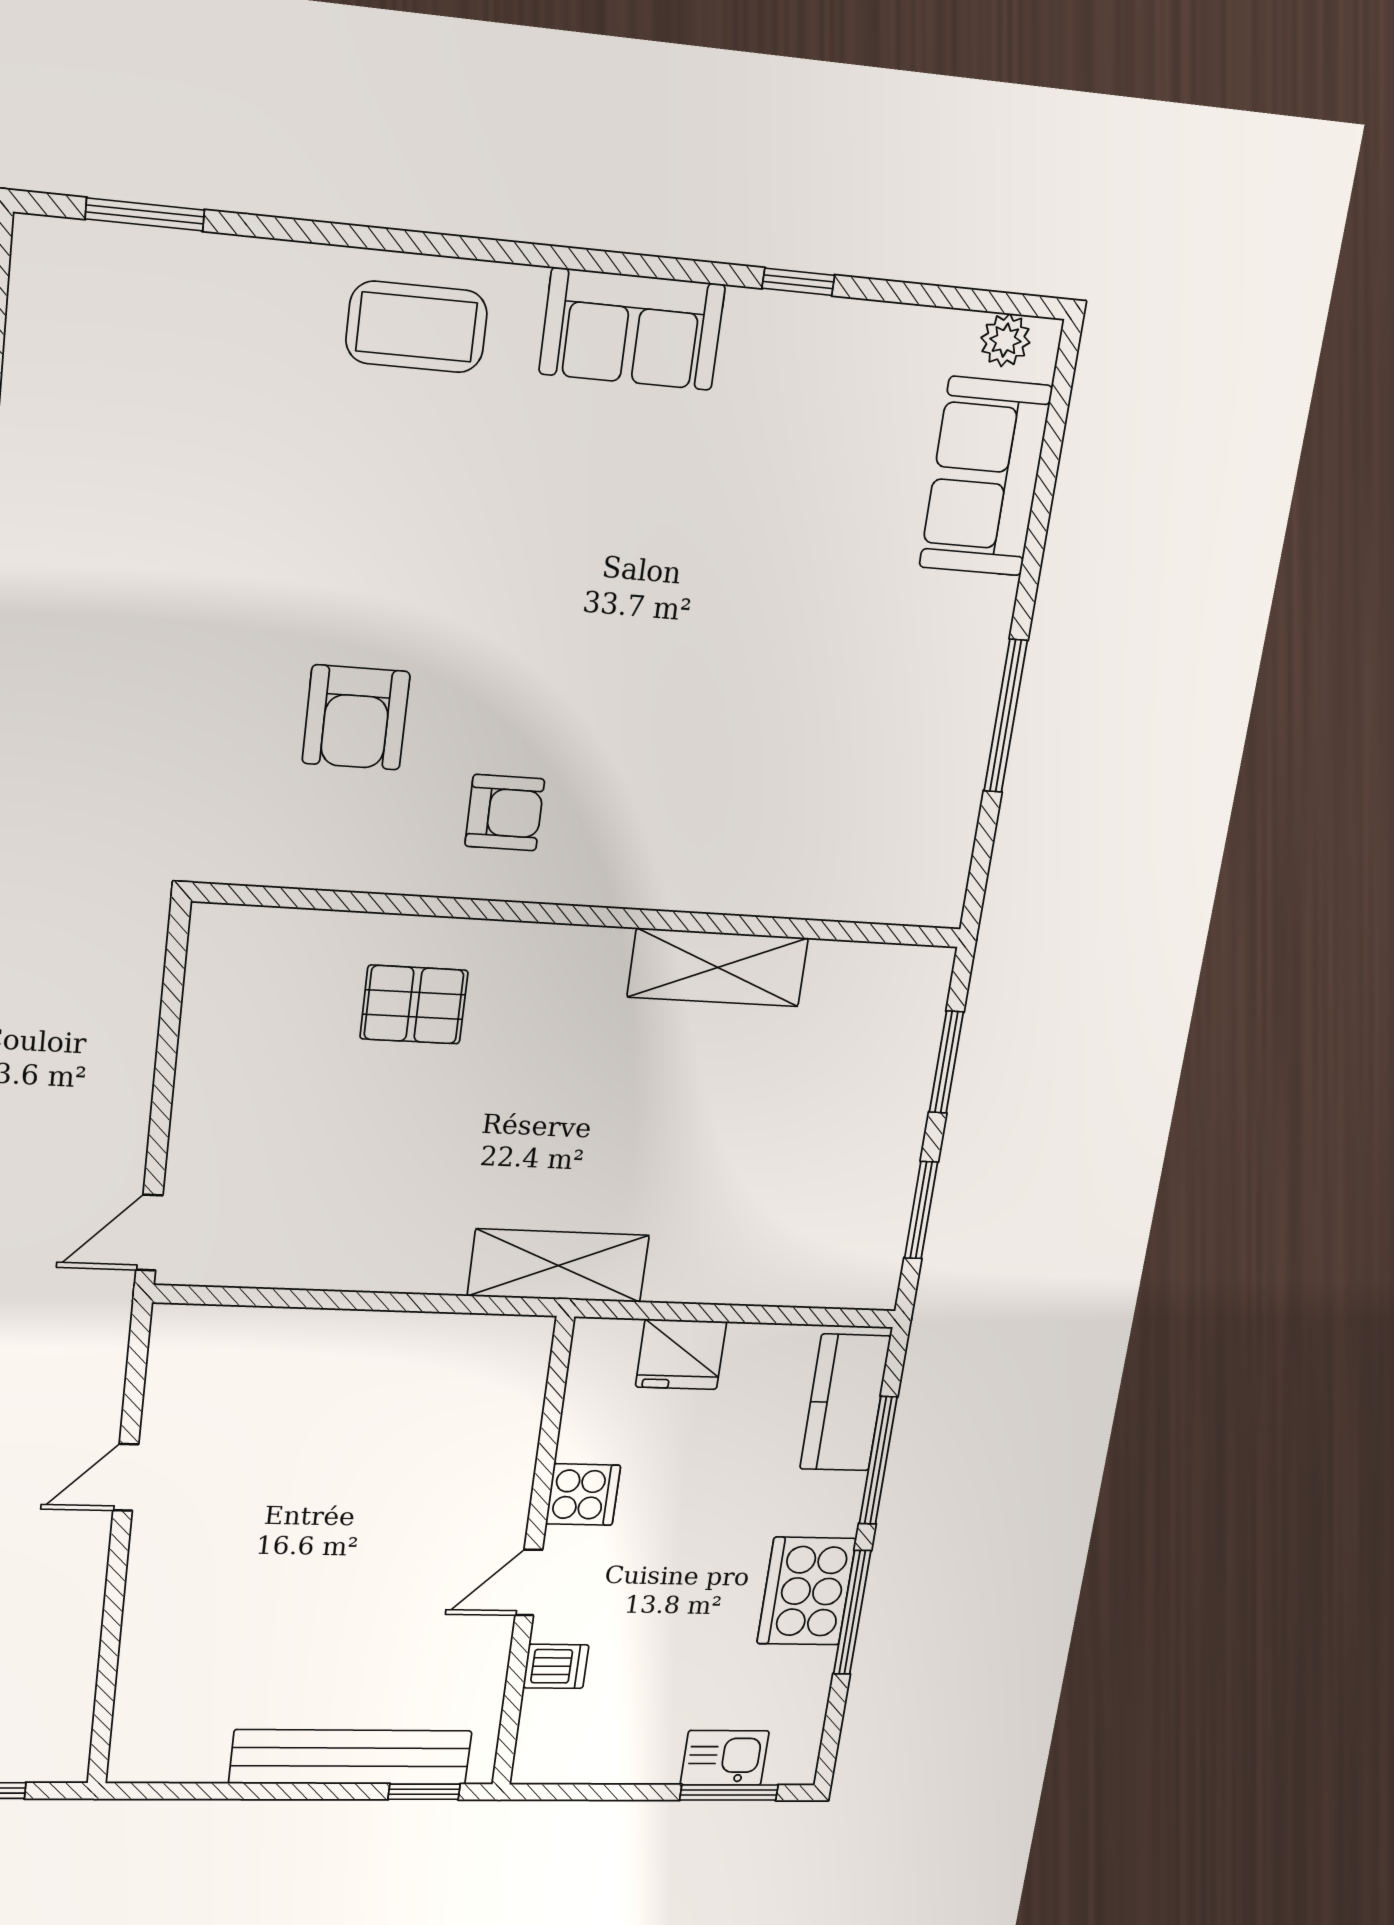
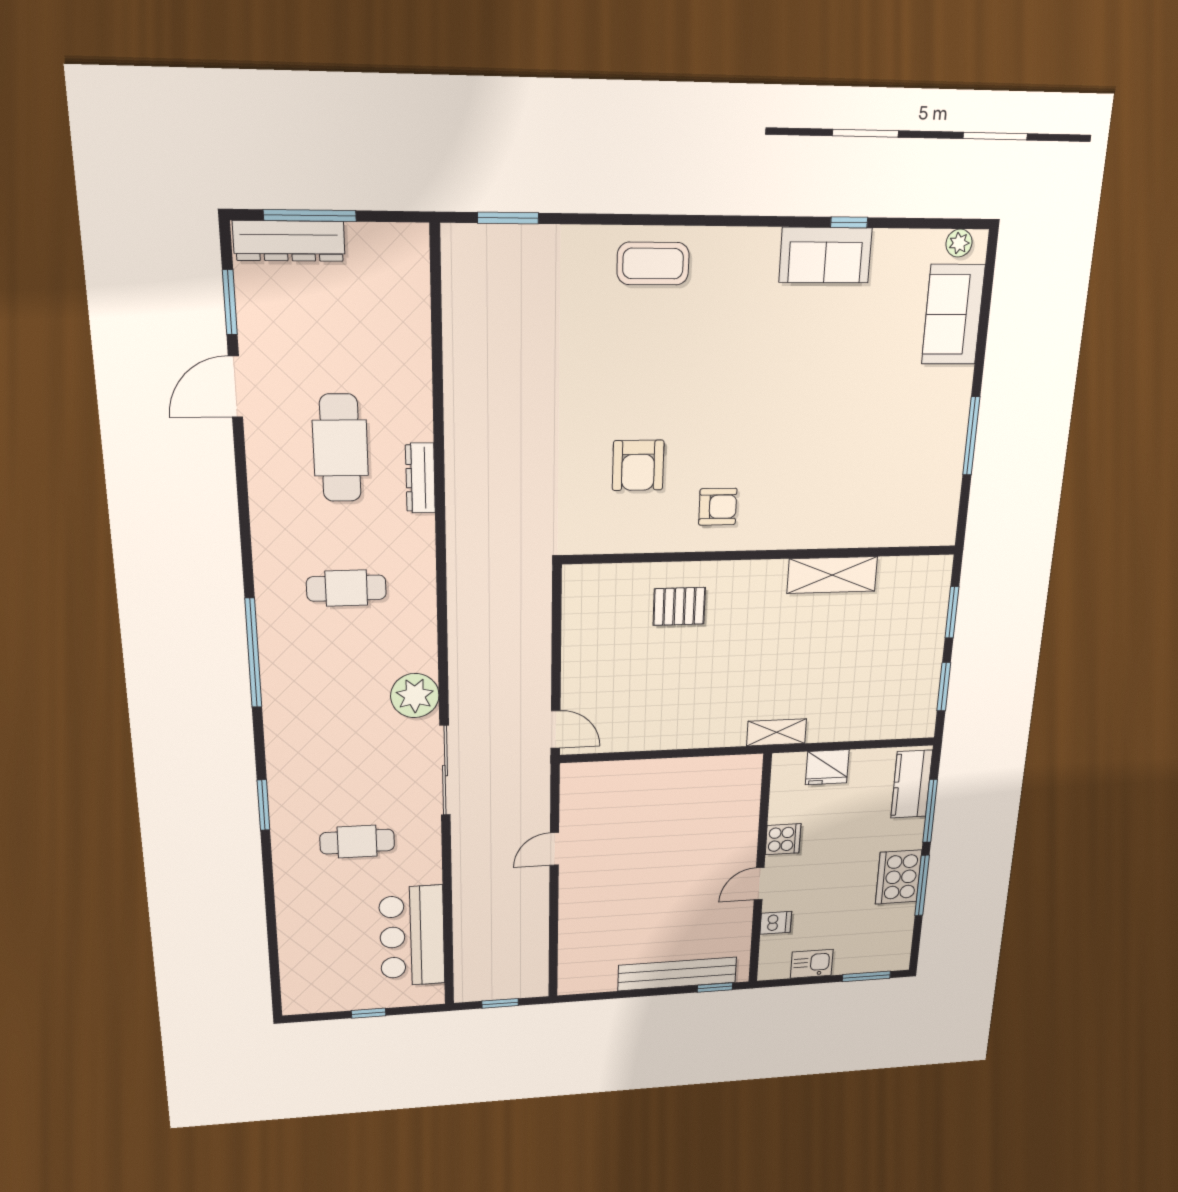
sofa: (632, 329) -> (825, 255), moved
door: (149, 1233) -> (555, 729), swing flipped
shelving: (558, 1266) -> (777, 732), width x0.67, depth x0.75
kitchen sink: (725, 1758) -> (812, 964), moved

